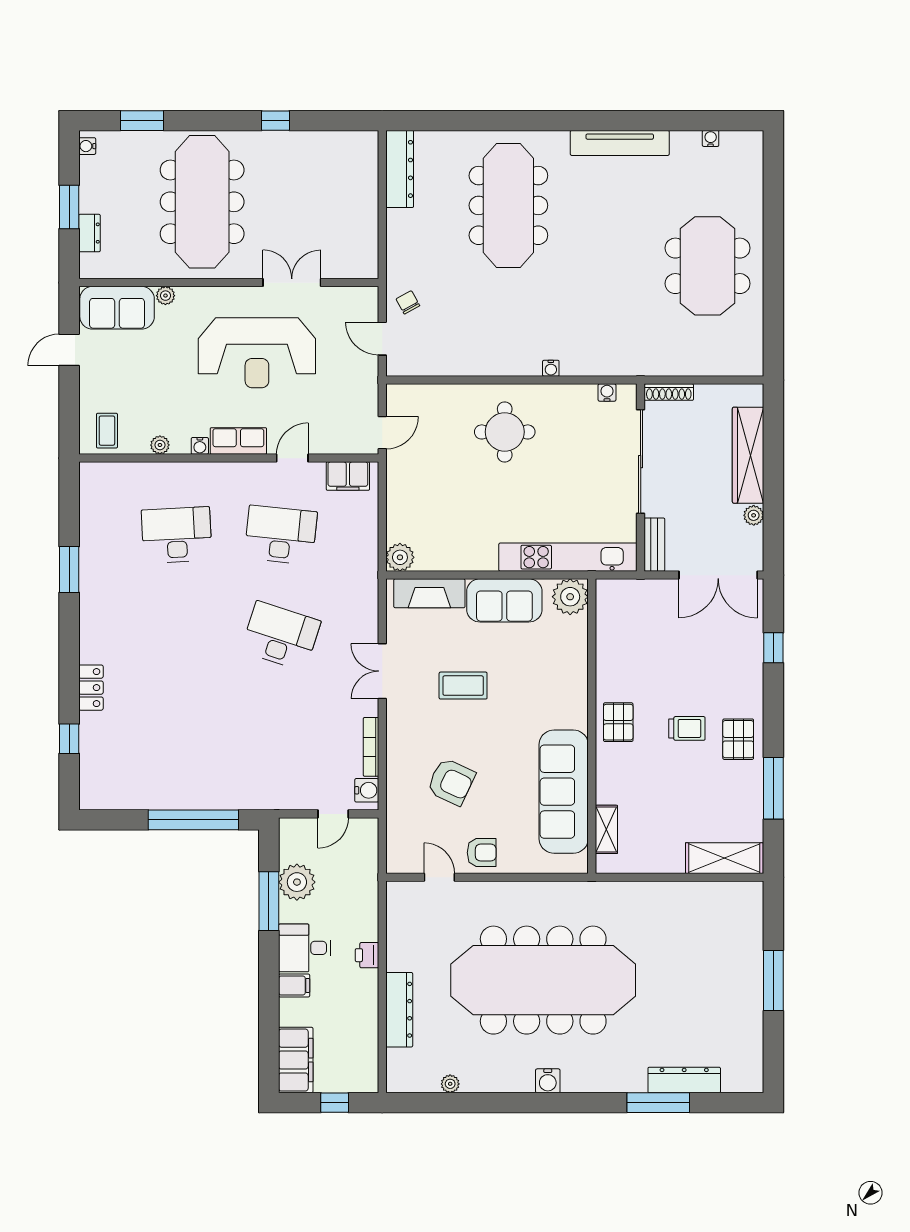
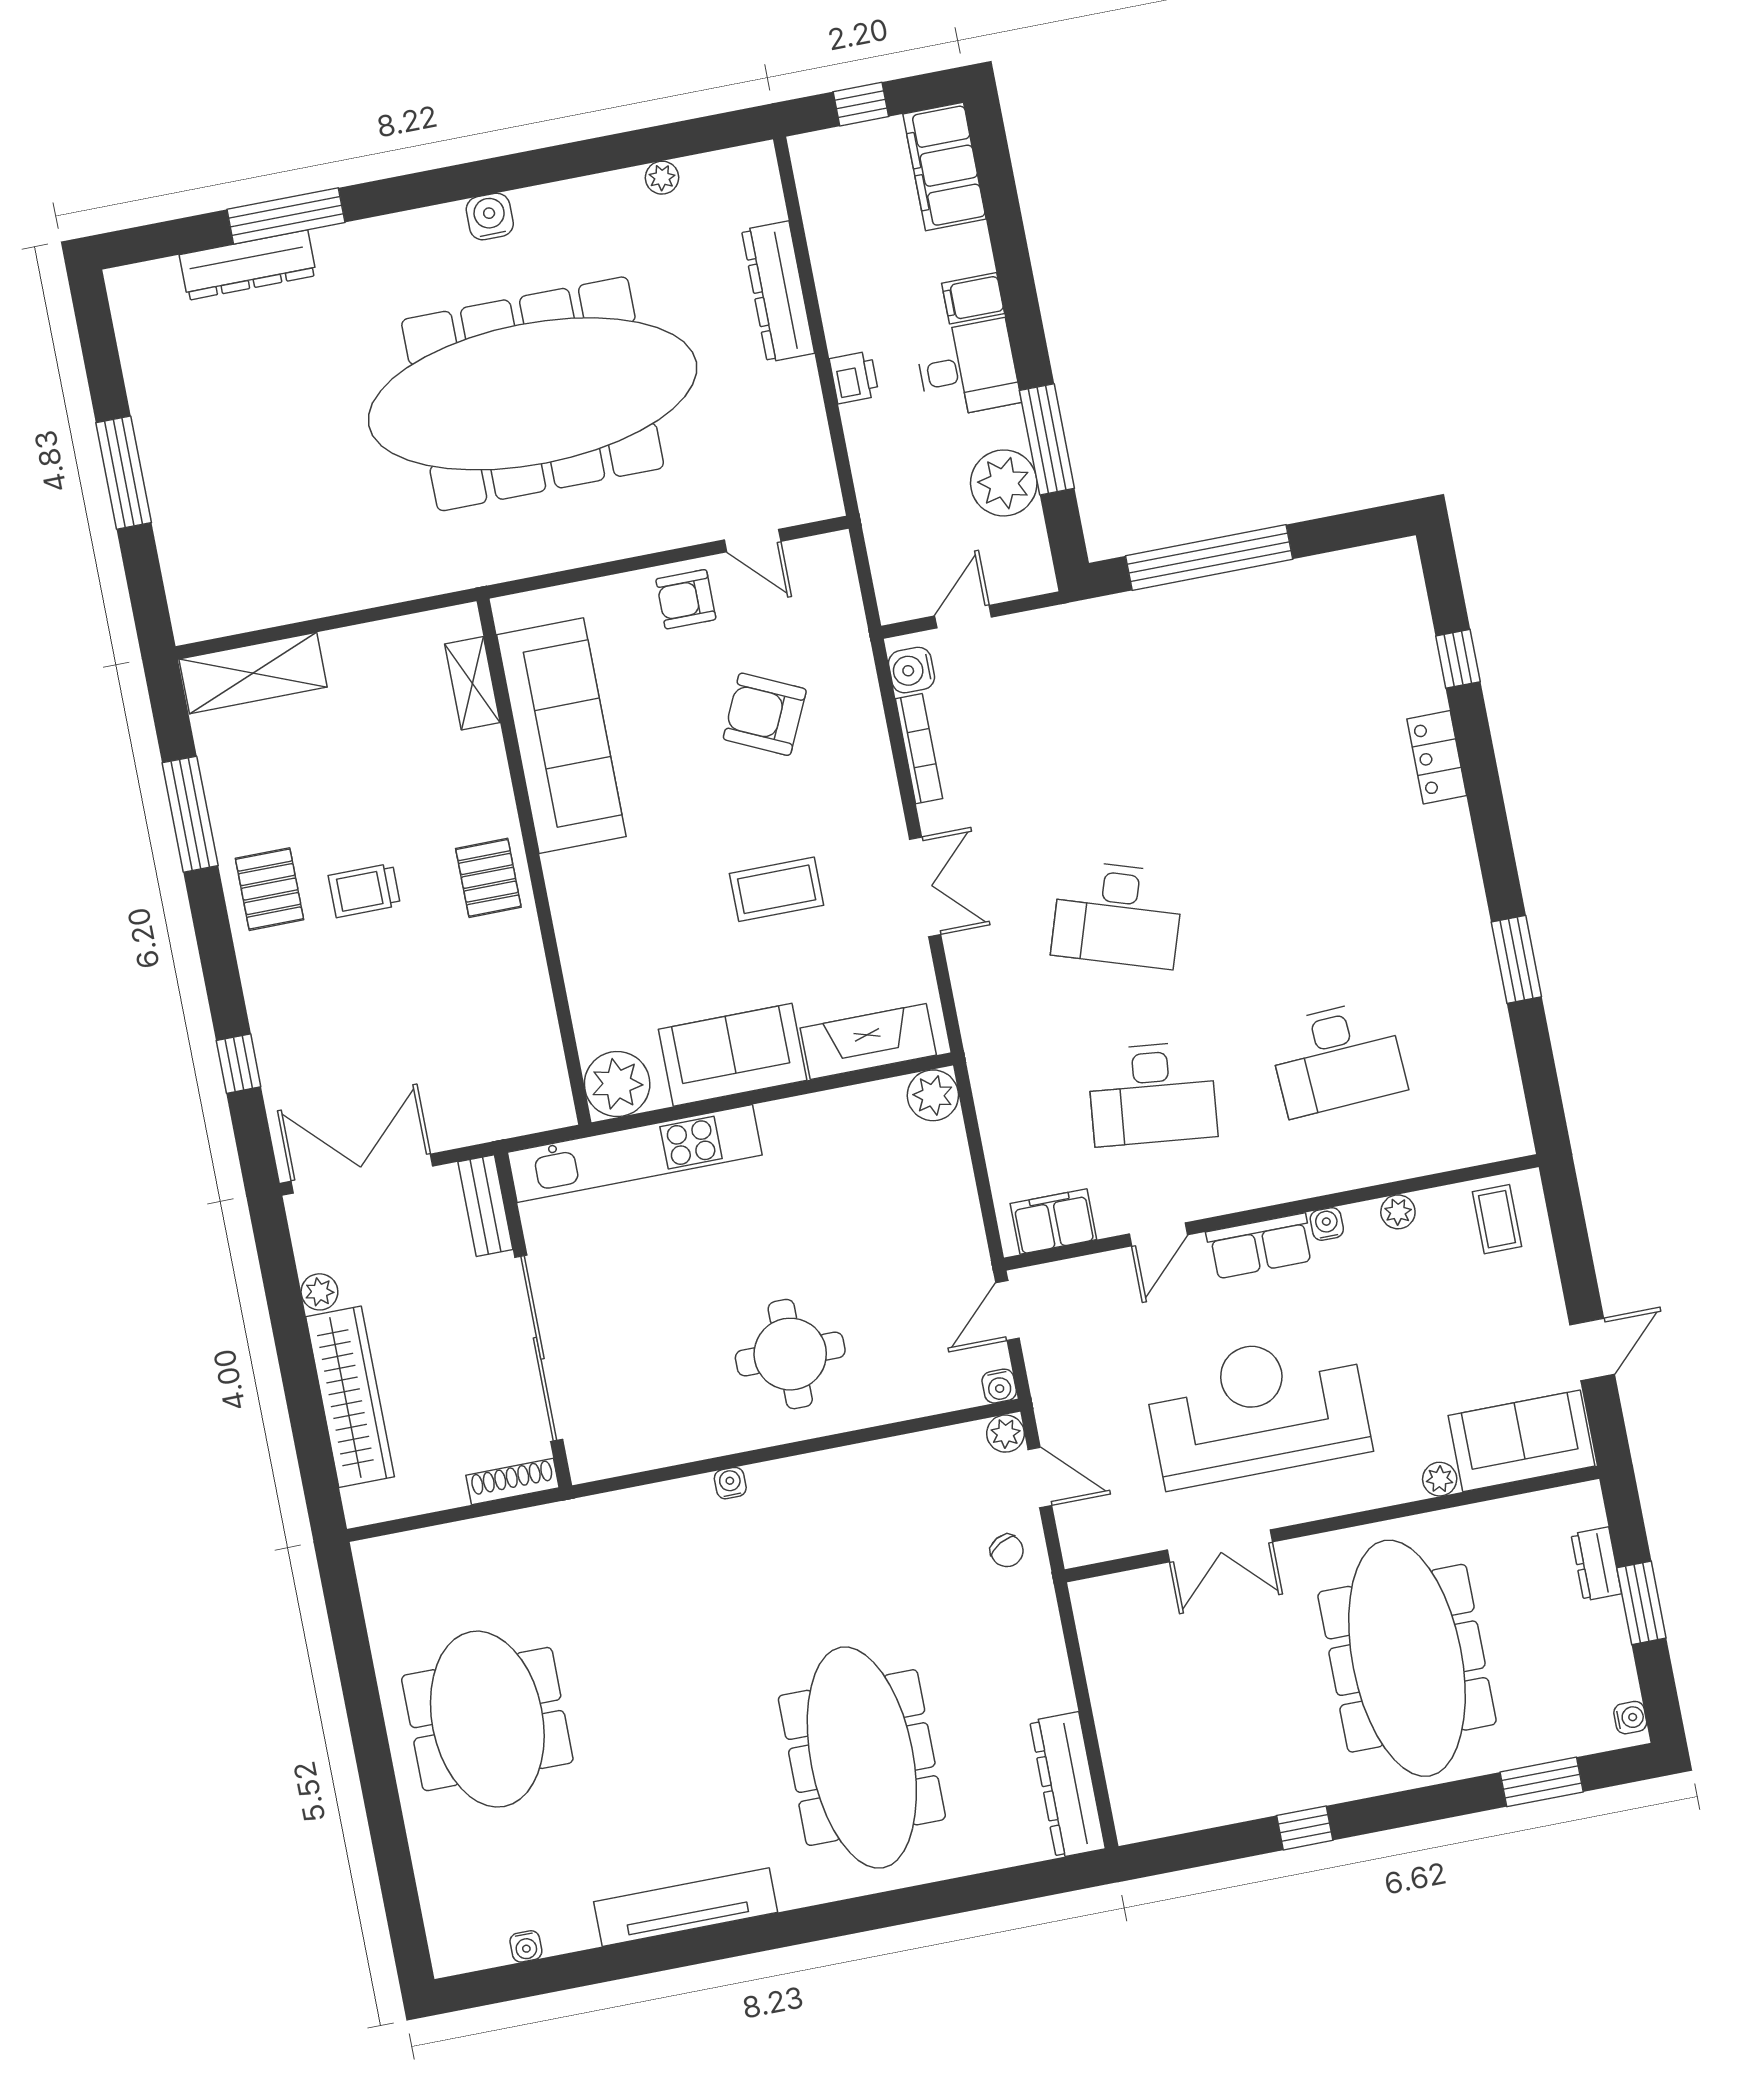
plant: (396, 366) -> (1005, 1434), added
water cooler: (607, 393) -> (999, 1386), moved

